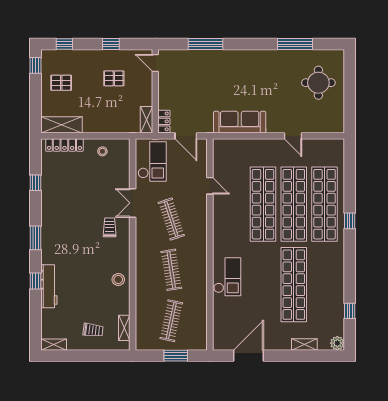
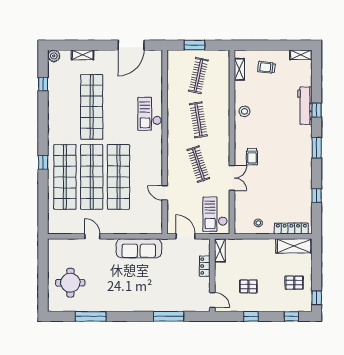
locker: (164, 121) -> (205, 266), moved

